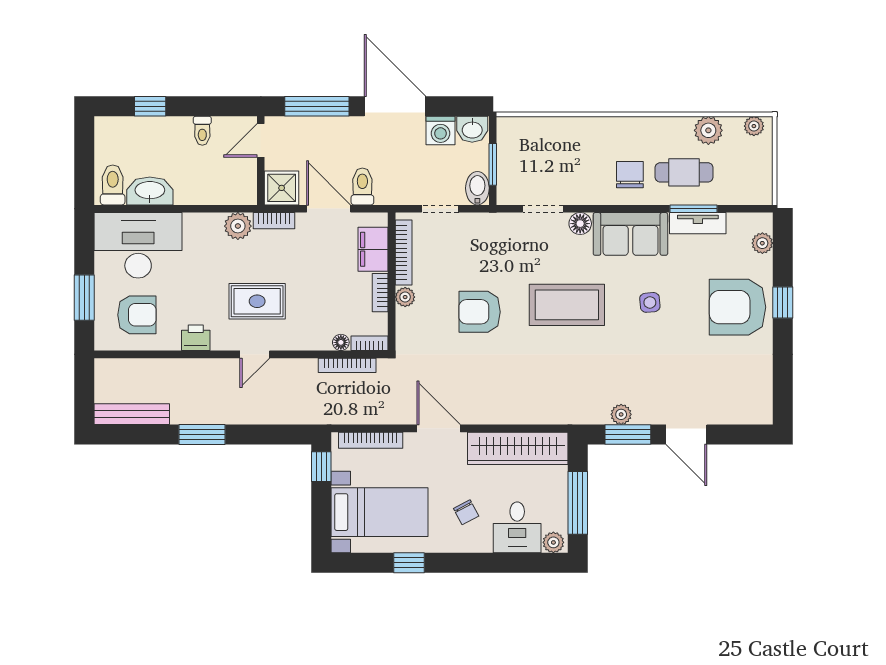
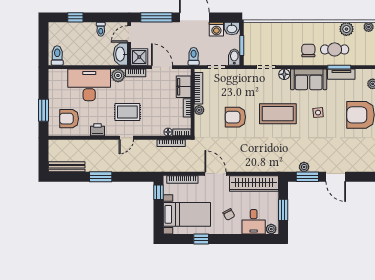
toilet: (362, 187) -> (194, 56), moved
washbasin: (150, 191) -> (121, 54), moved, turned -90
desk: (138, 245) -> (89, 85), moved
armchair: (137, 315) -> (69, 119), turned 180
window: (578, 503) -> (283, 210), width x0.69

